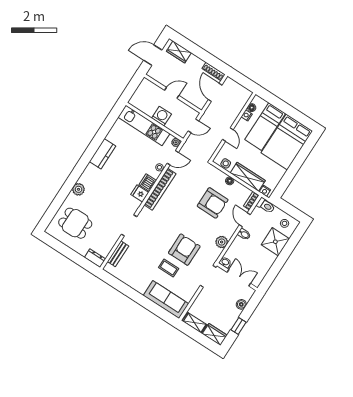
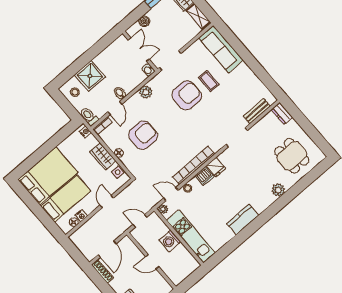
wardrobe: (248, 177) -> (103, 156), width x0.67
armchair: (213, 203) -> (143, 135), turned 90
armchair: (184, 250) -> (187, 95), turned 180
double door: (239, 278) -> (139, 50), swing flipped

